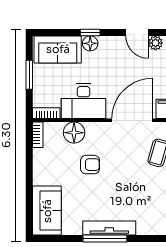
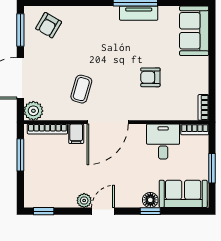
door: (137, 32) -> (103, 211), hinge flipped
desk: (84, 101) -> (163, 142), width x0.73
floor lamp: (74, 133) -> (167, 110), removed
tv unit: (109, 228) -> (139, 13), width x0.71

